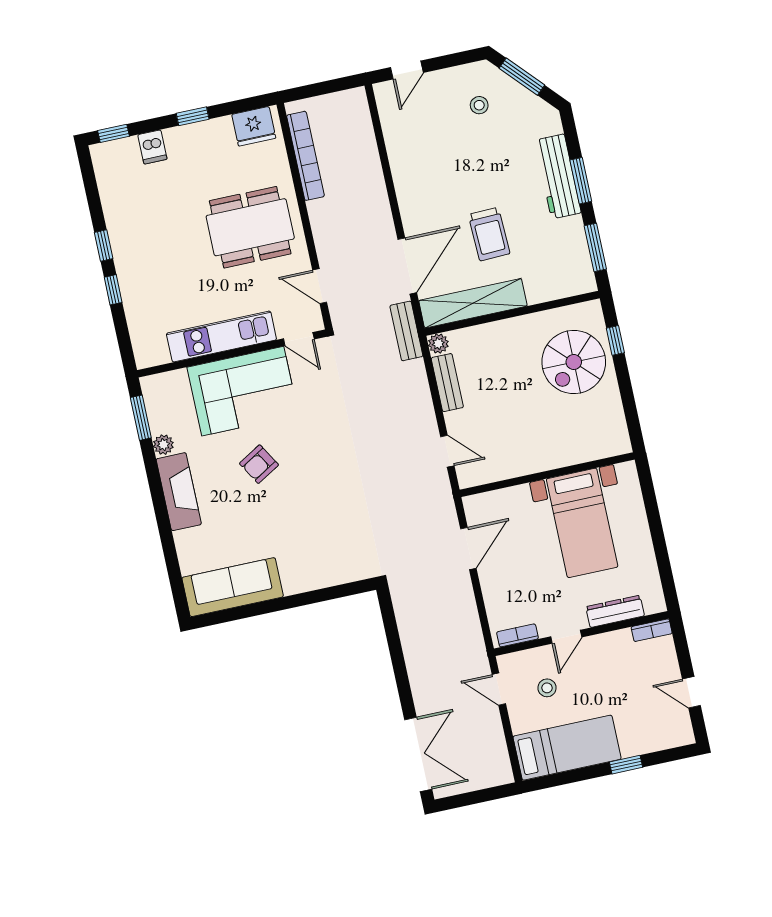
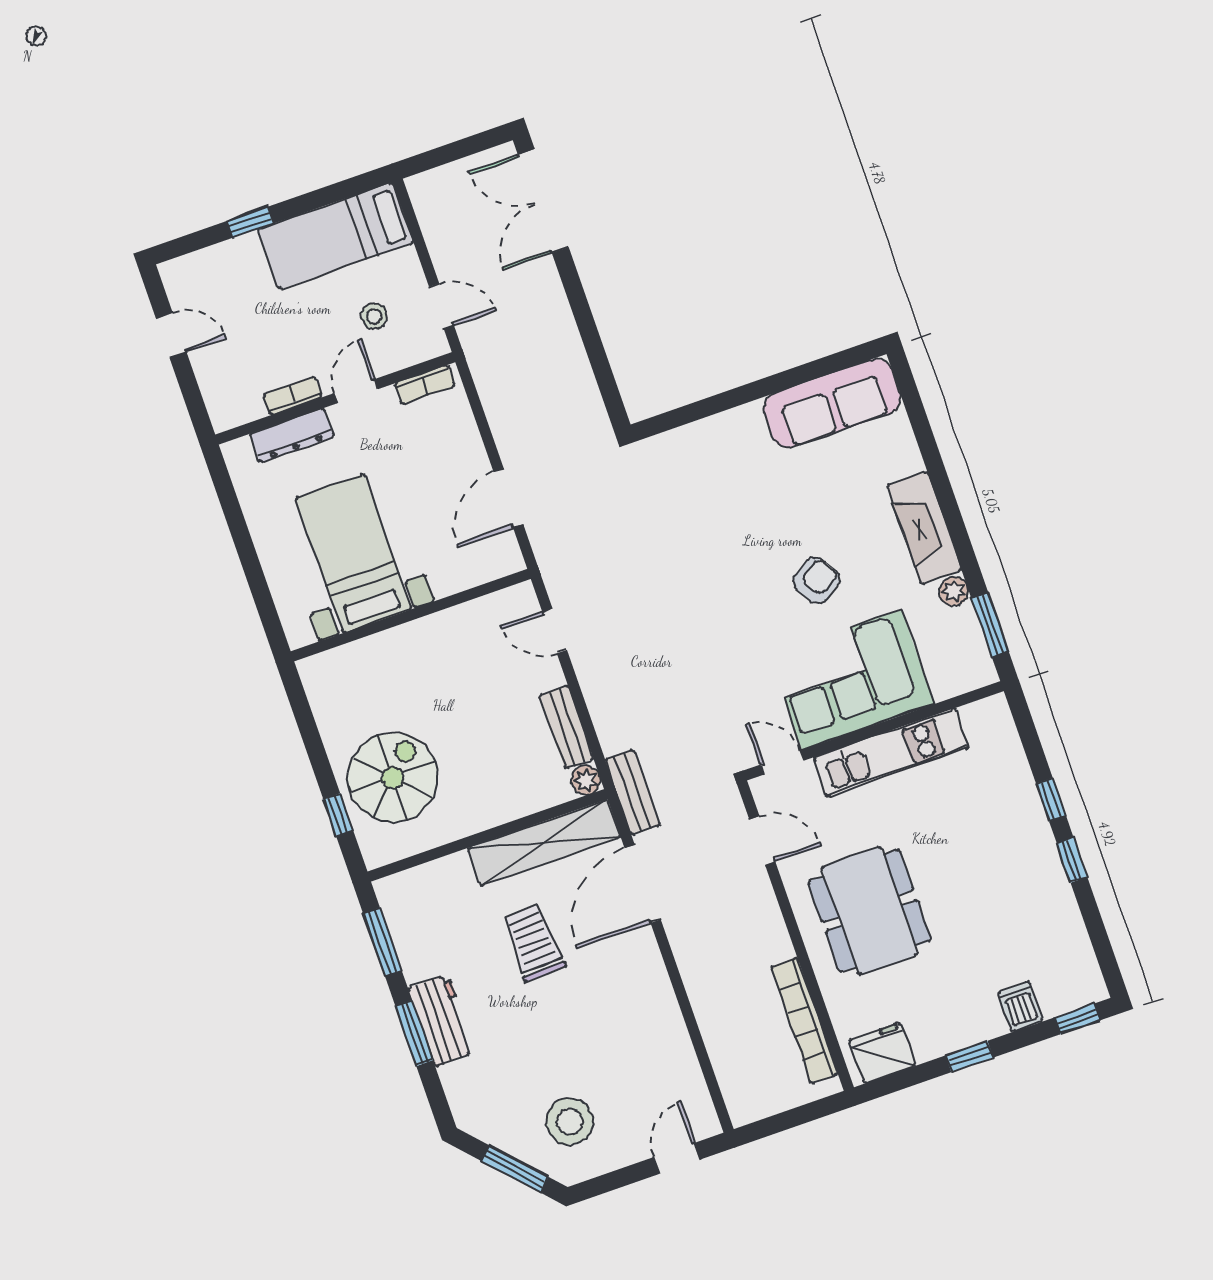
stool: (479, 105) -> (570, 1121), width x1.89, depth x1.89
workbench: (558, 176) -> (442, 1020), width x0.73
dining table: (250, 227) -> (870, 911), turned 90
bookcase: (652, 630) -> (292, 396), moved

